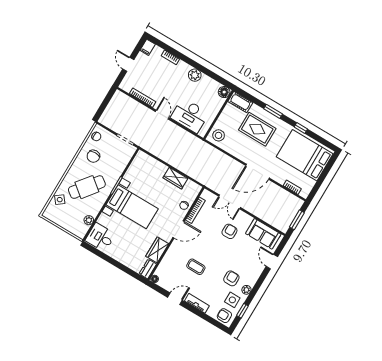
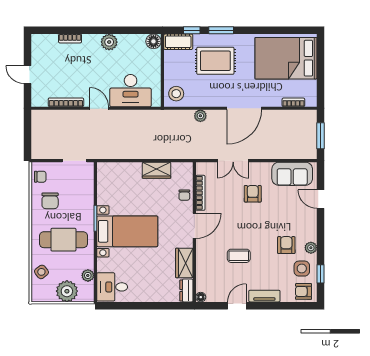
filing cabinet: (148, 47) -> (38, 43), removed
window: (301, 128) -> (192, 30), moved
plant: (226, 159) -> (200, 116), added
cafe table: (87, 187) -> (63, 240), turned 52
plant: (69, 222) -> (67, 291), added

